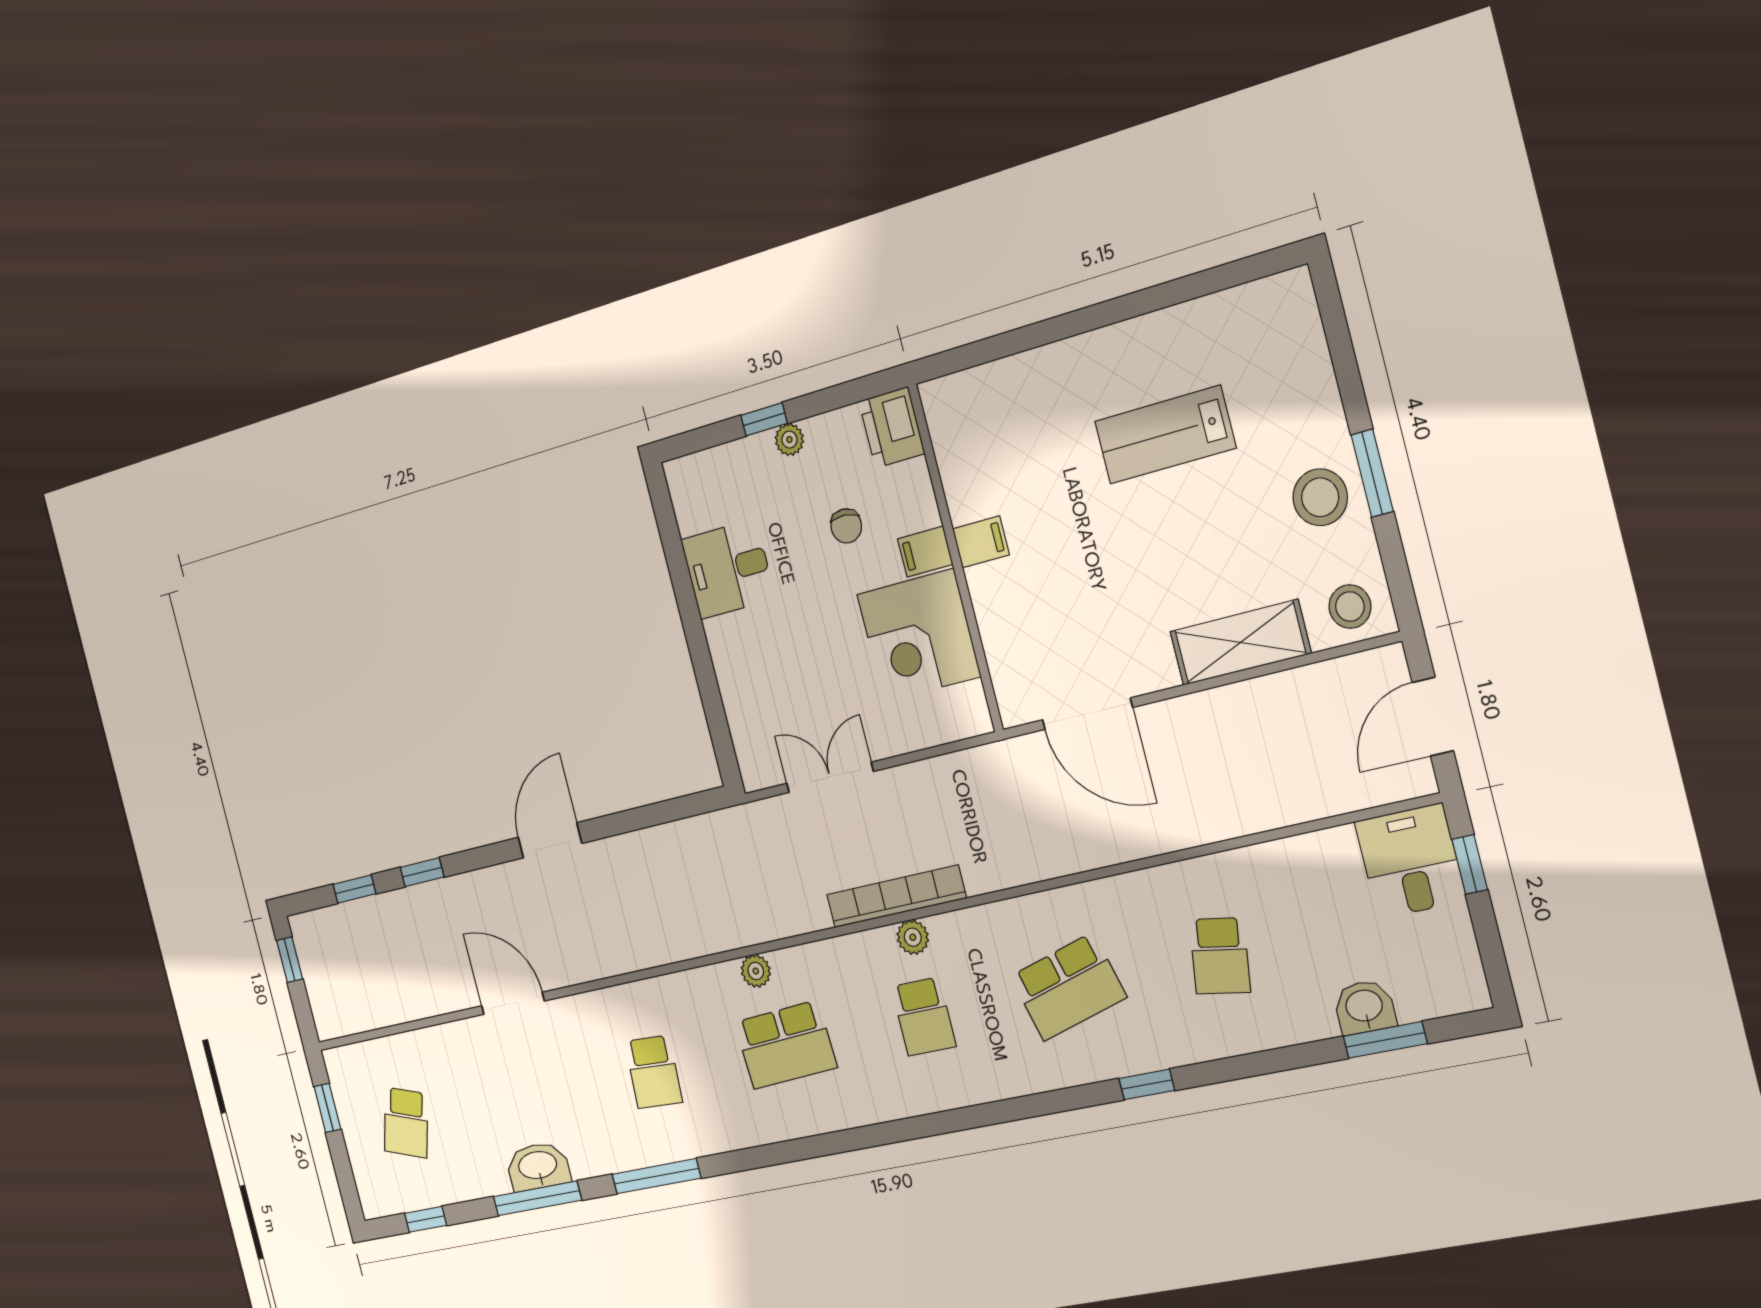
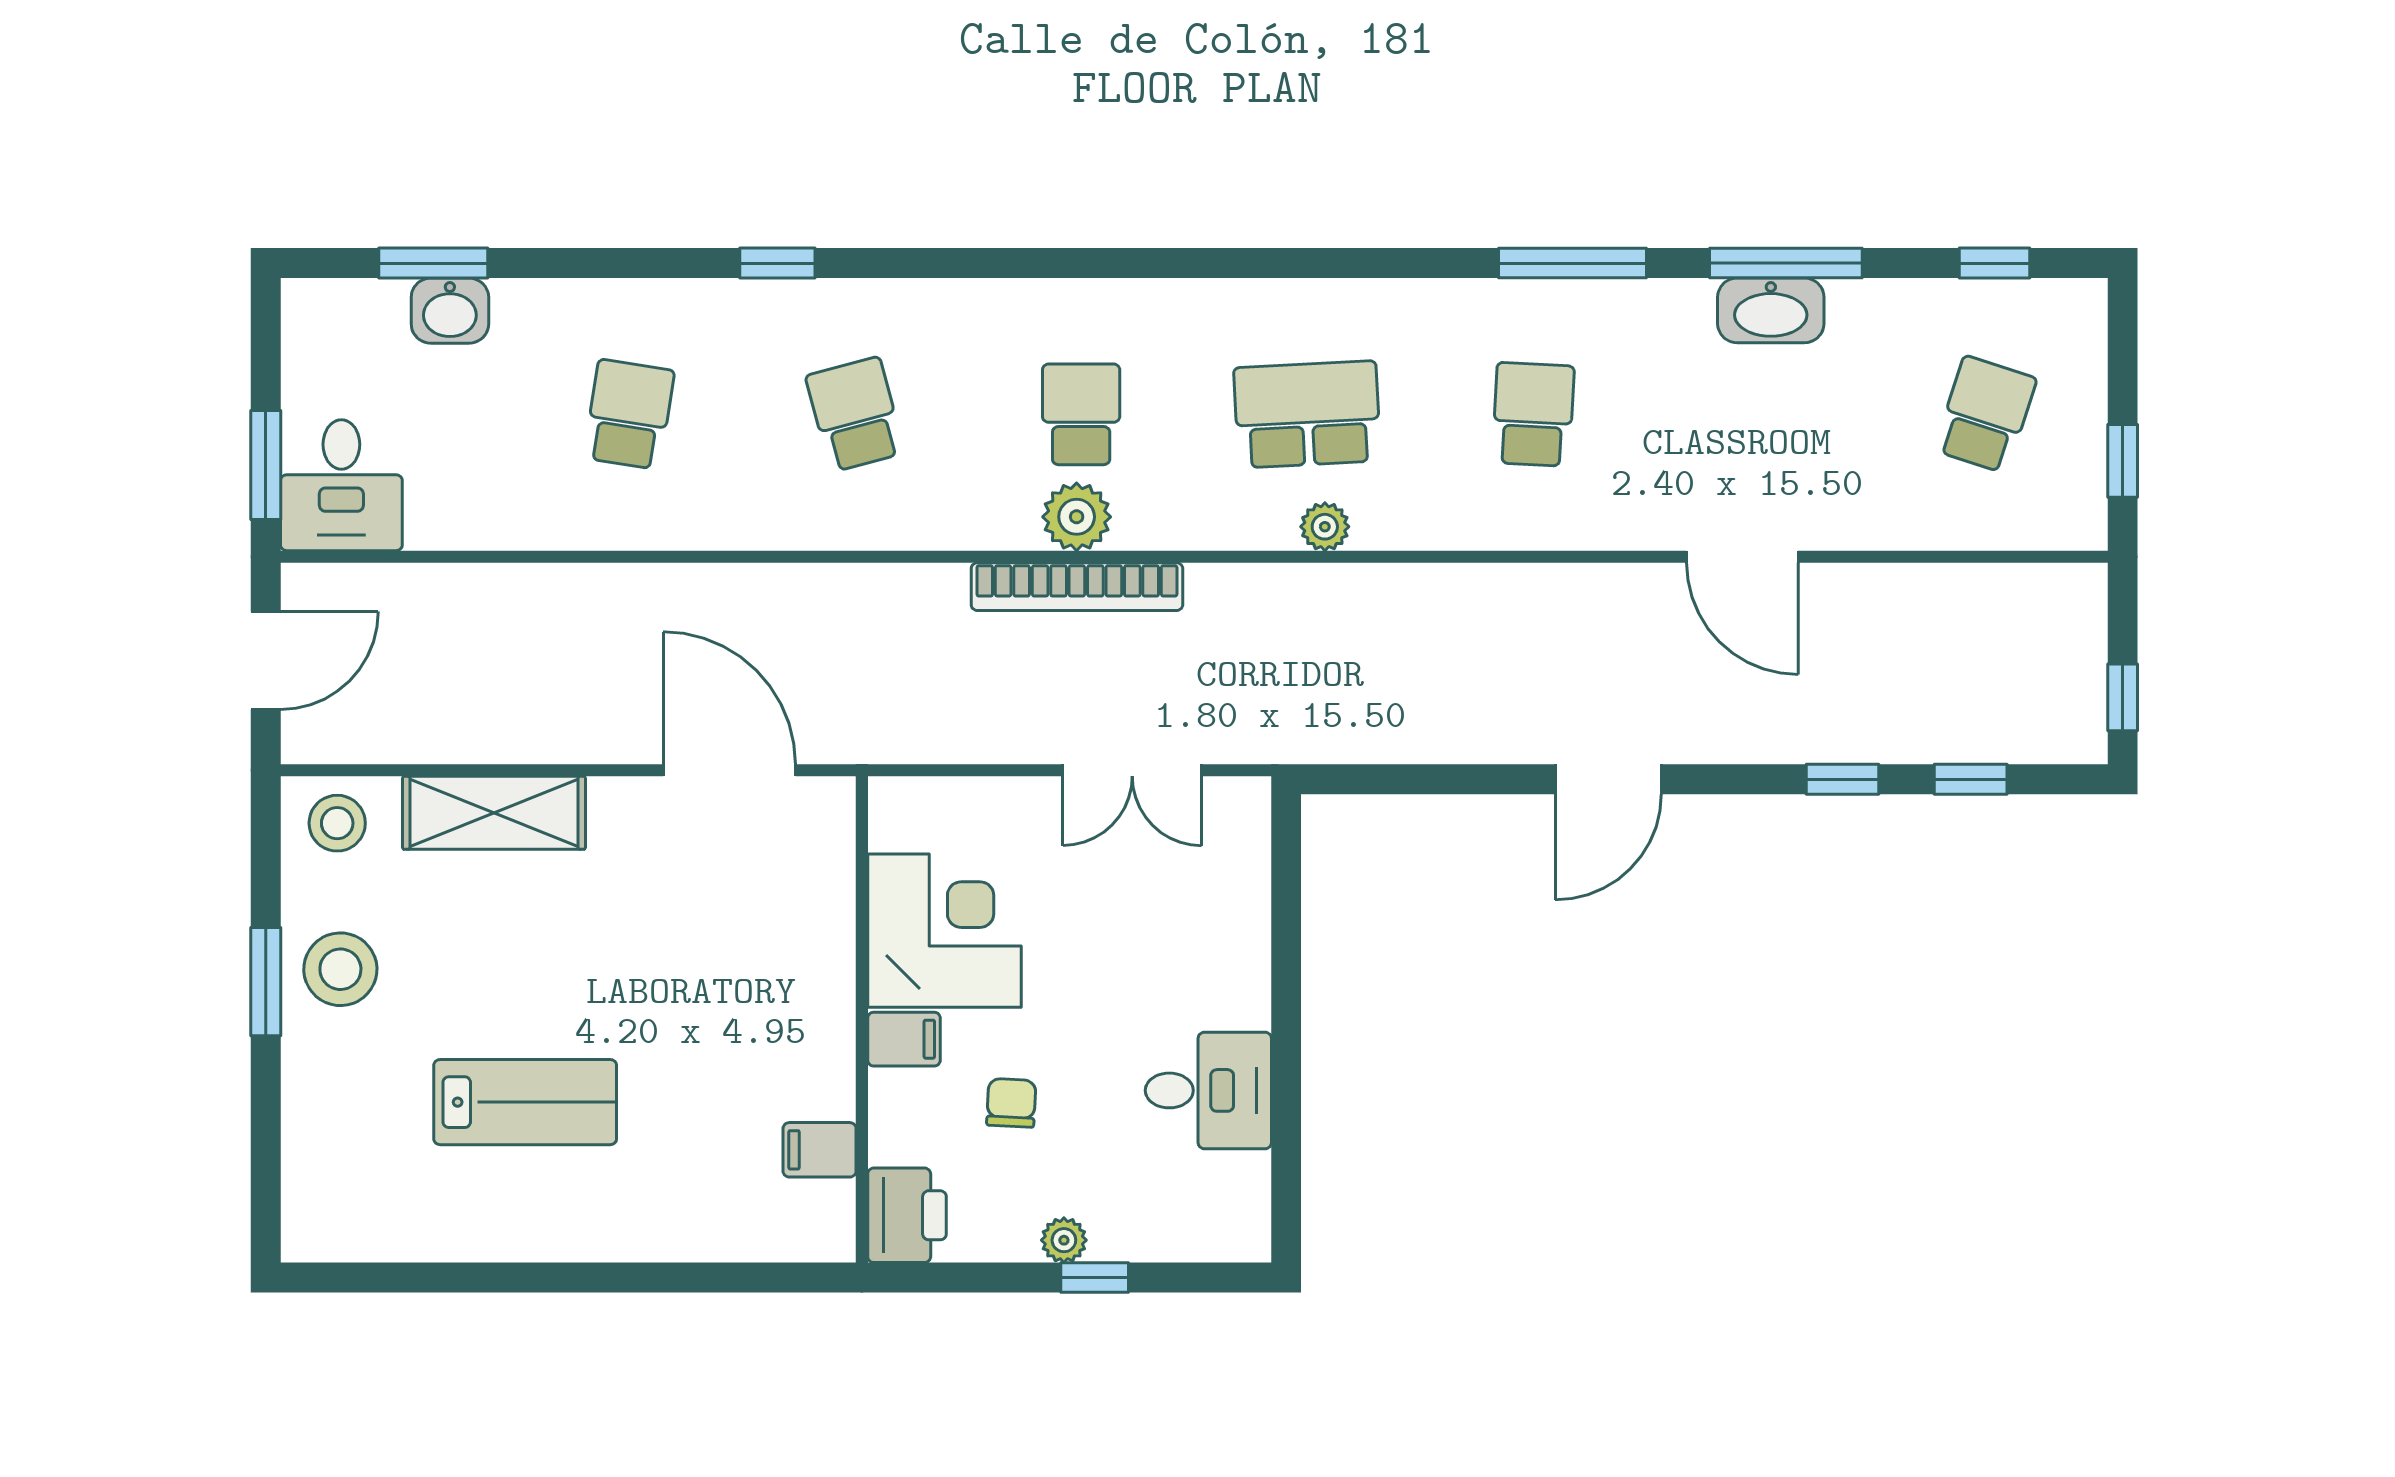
filing cabinet: (981, 542) -> (820, 1150), moved
window: (1470, 864) -> (266, 465), width x1.50
plant: (913, 937) -> (1077, 517), width x1.38, depth x1.38
school desk: (1068, 987) -> (855, 414), width x0.54

